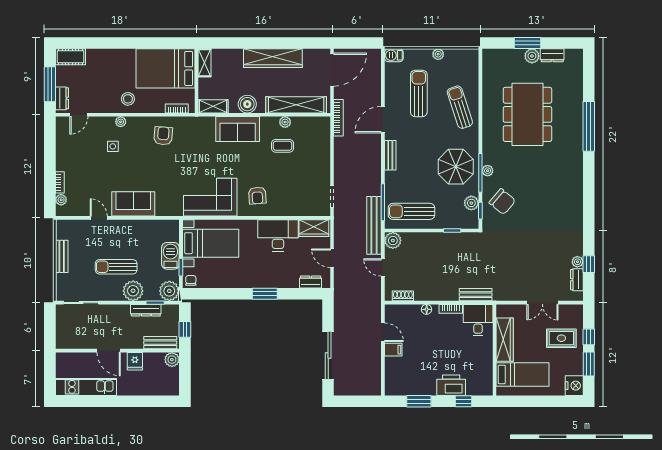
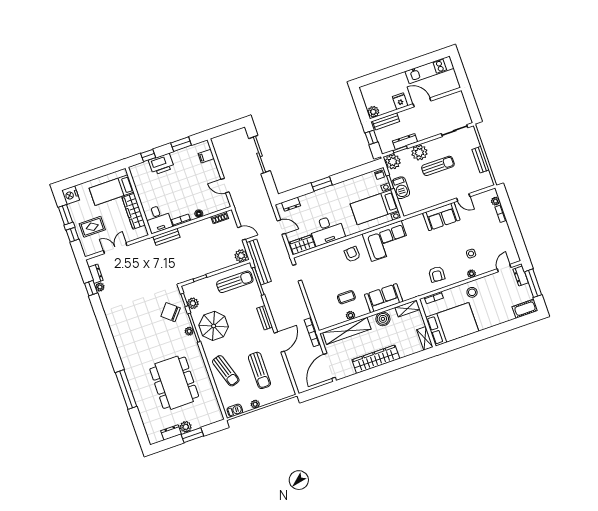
barbecue: (394, 55) -> (235, 410), moved
filing cabinet: (393, 350) -> (206, 156), moved

